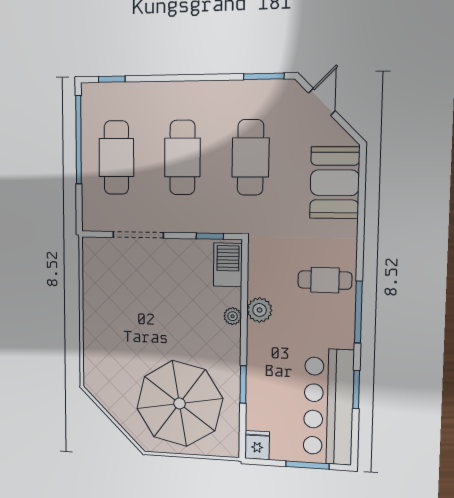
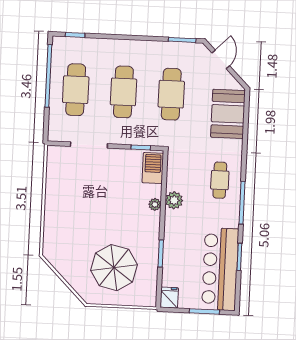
cafe table: (325, 280) -> (220, 180), turned 90
parasol: (180, 403) -> (114, 268), width x0.73, depth x0.73

